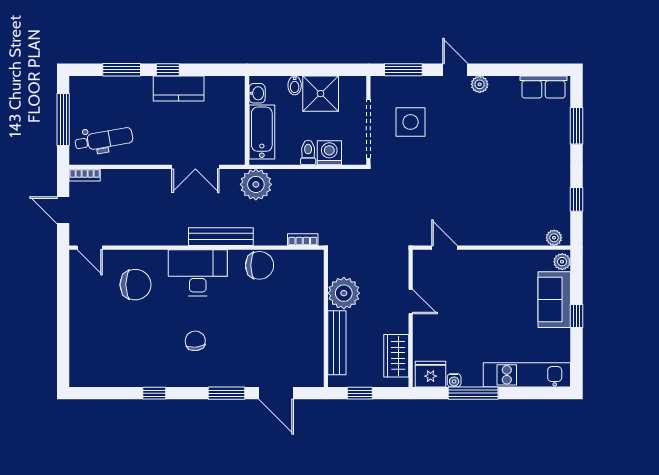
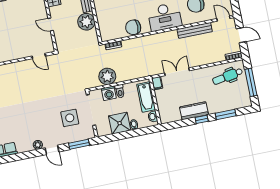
filing cabinet: (236, 153) -> (157, 83), added
plant: (256, 184) -> (107, 76), moved
bench: (221, 237) -> (195, 30), moved

